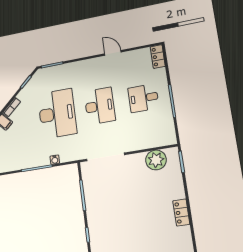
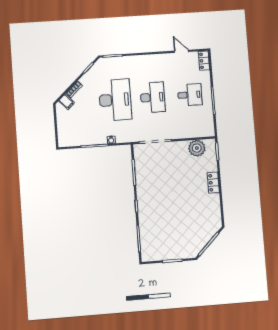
door: (113, 53) -> (181, 51), moved
desk: (143, 98) -> (190, 95), turned 180
locker: (181, 212) -> (213, 183), moved

